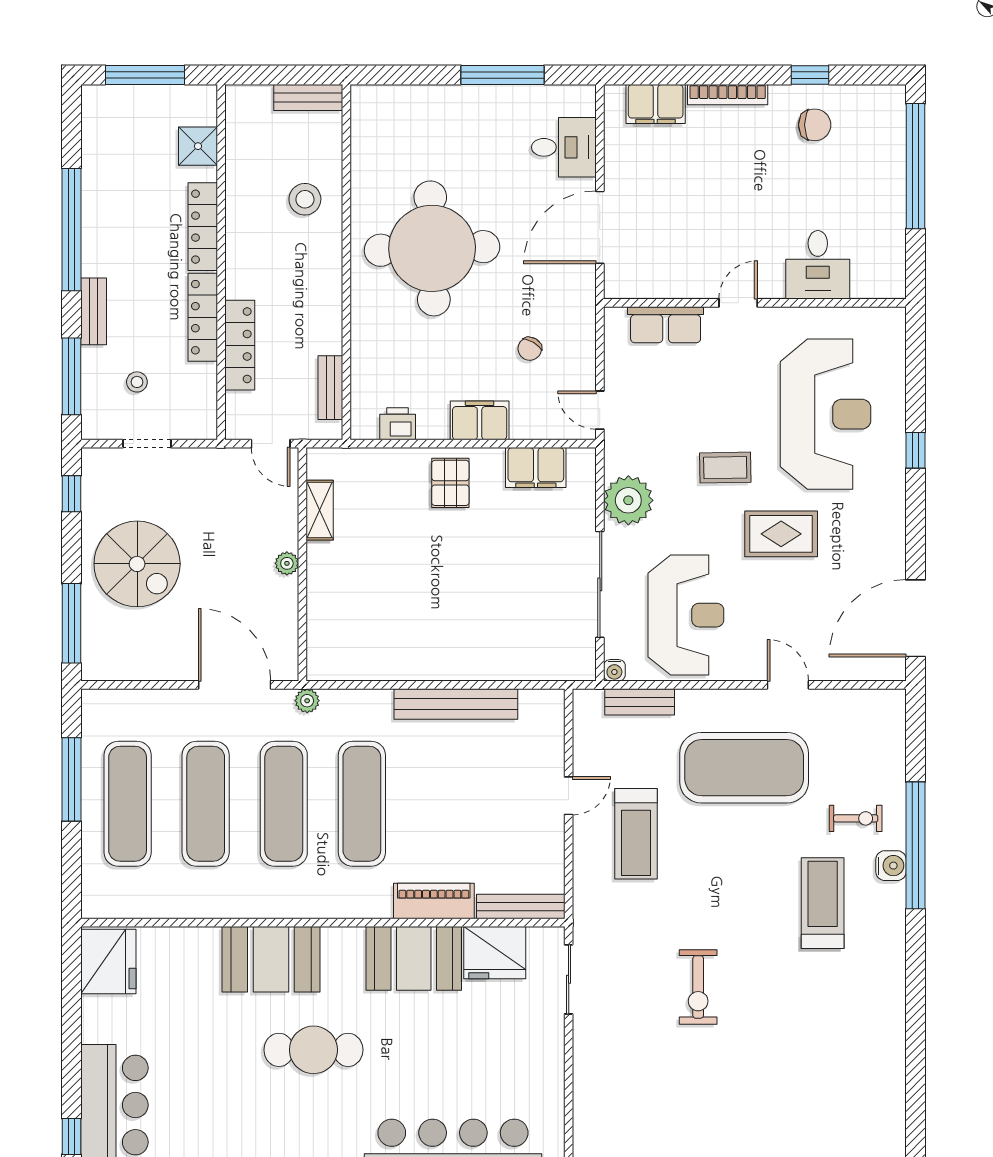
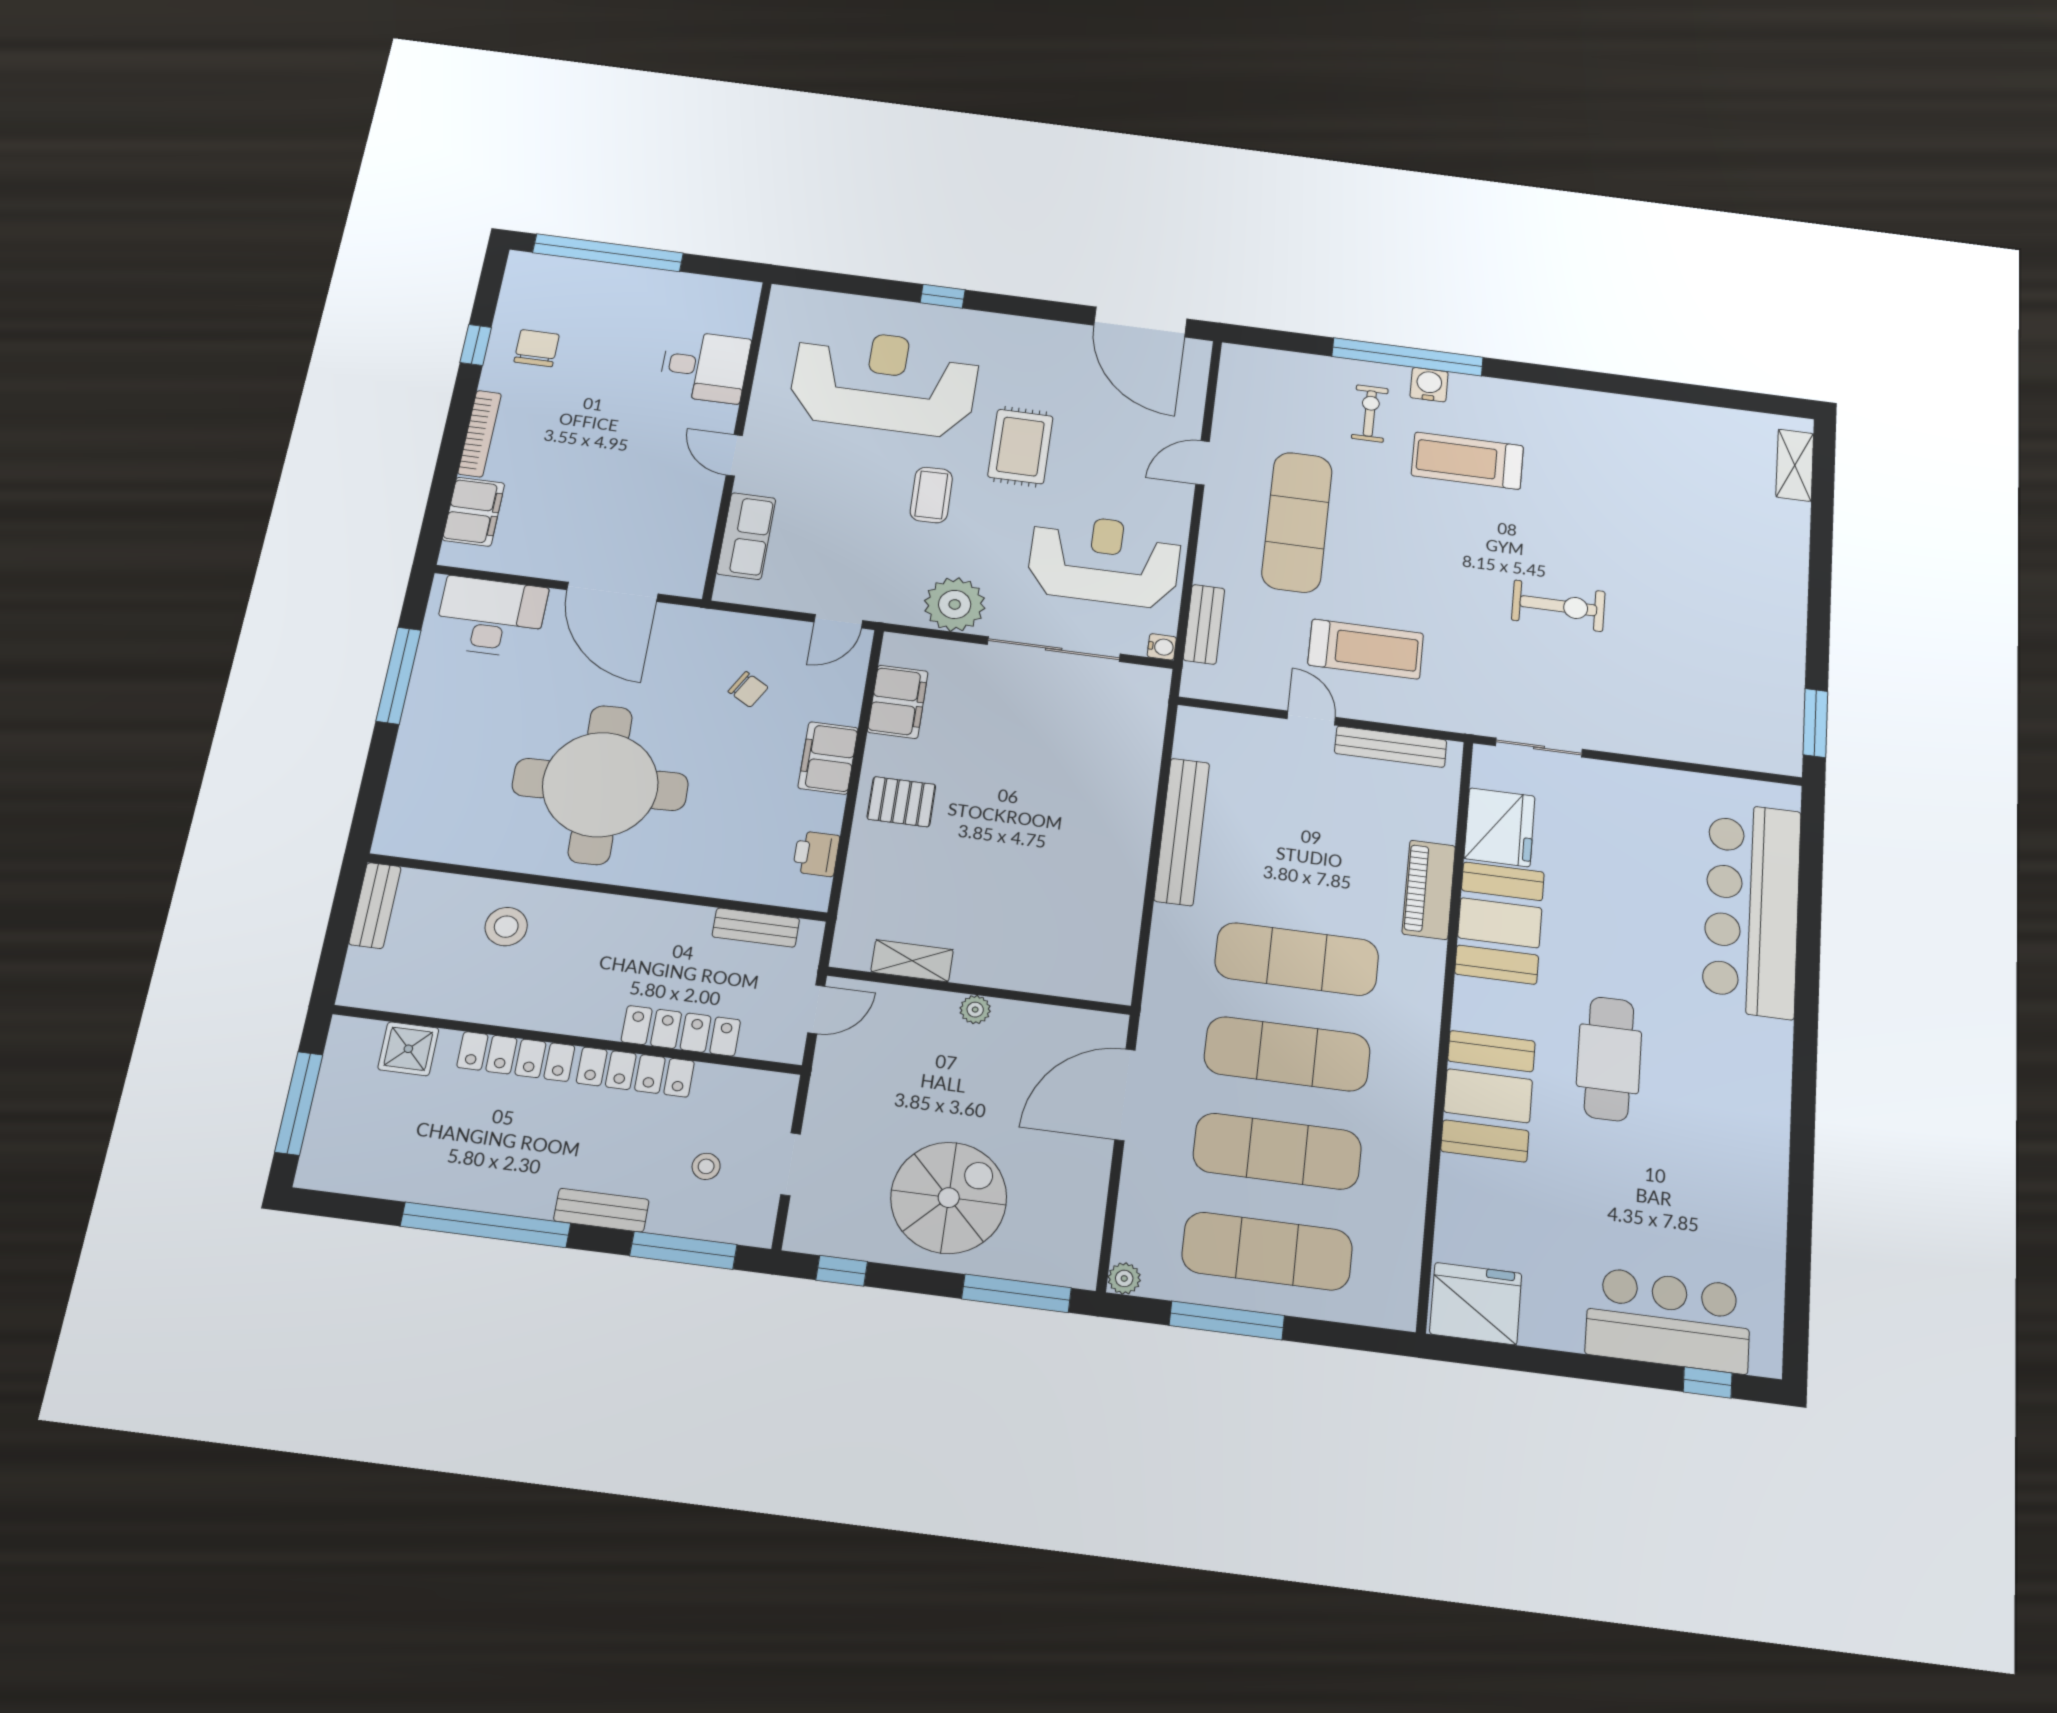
desk: (564, 147) -> (491, 617), width x1.37
plant: (307, 701) -> (1124, 1278), moved
exercise mat: (744, 768) -> (1297, 522), width x0.68
bench: (521, 907) -> (1391, 747), moved, turned 90

